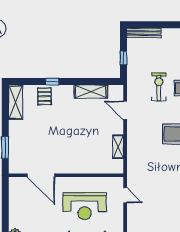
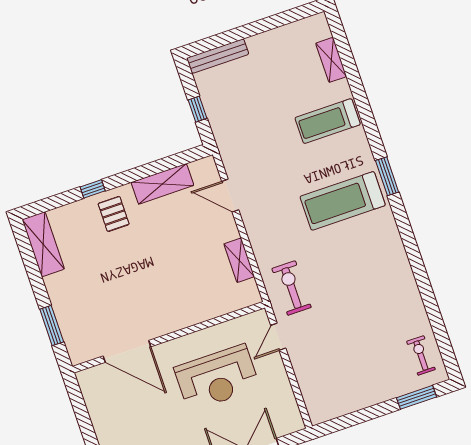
exercise bike: (159, 87) -> (292, 288), moved
pallet: (44, 96) -> (114, 214), moved
door: (125, 195) -> (278, 337), swing flipped

